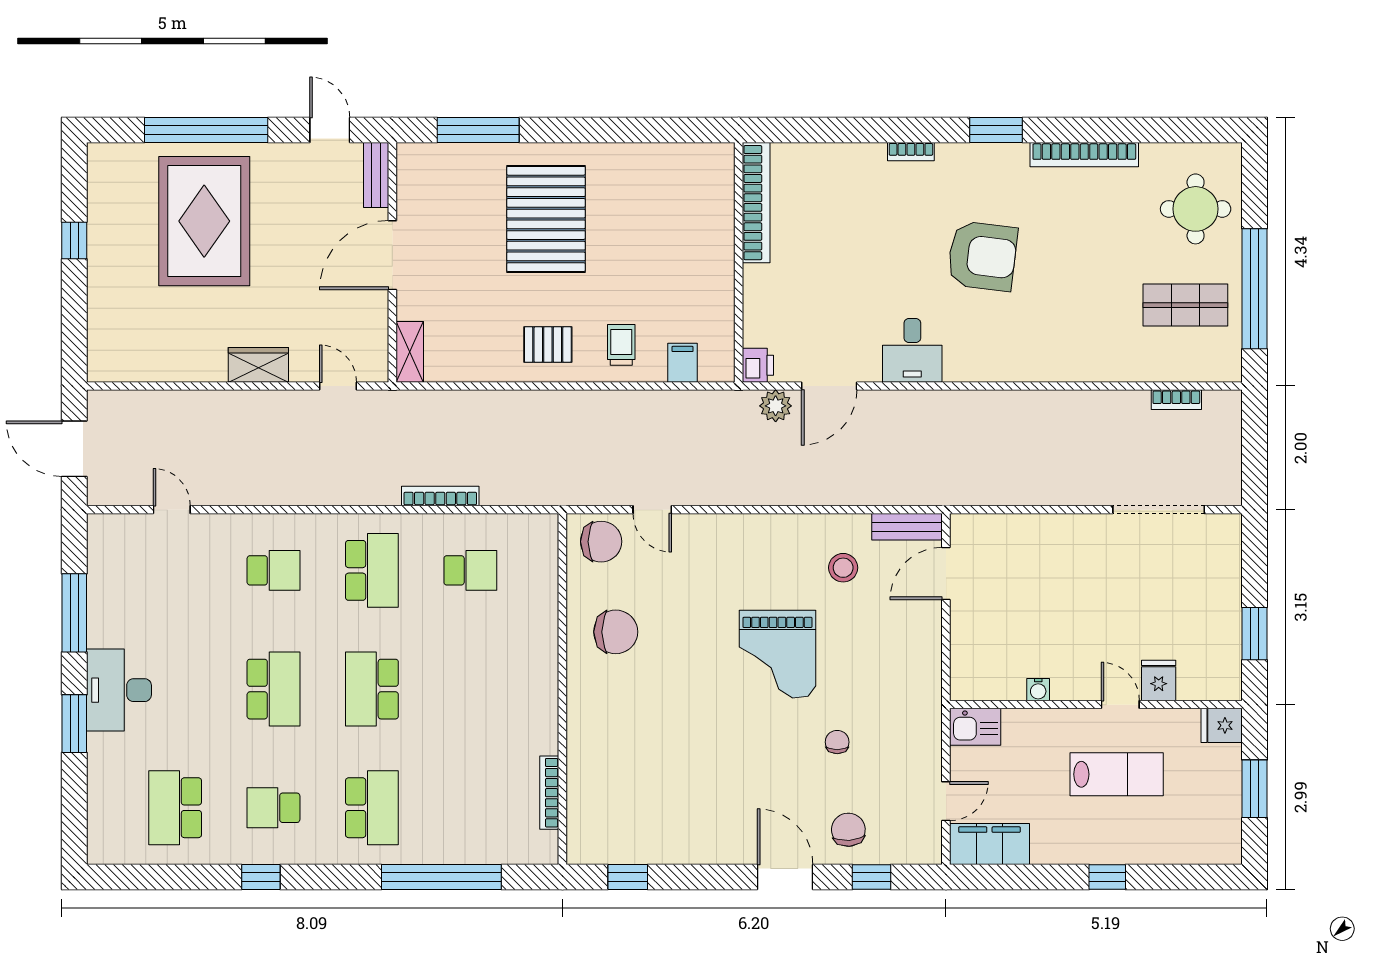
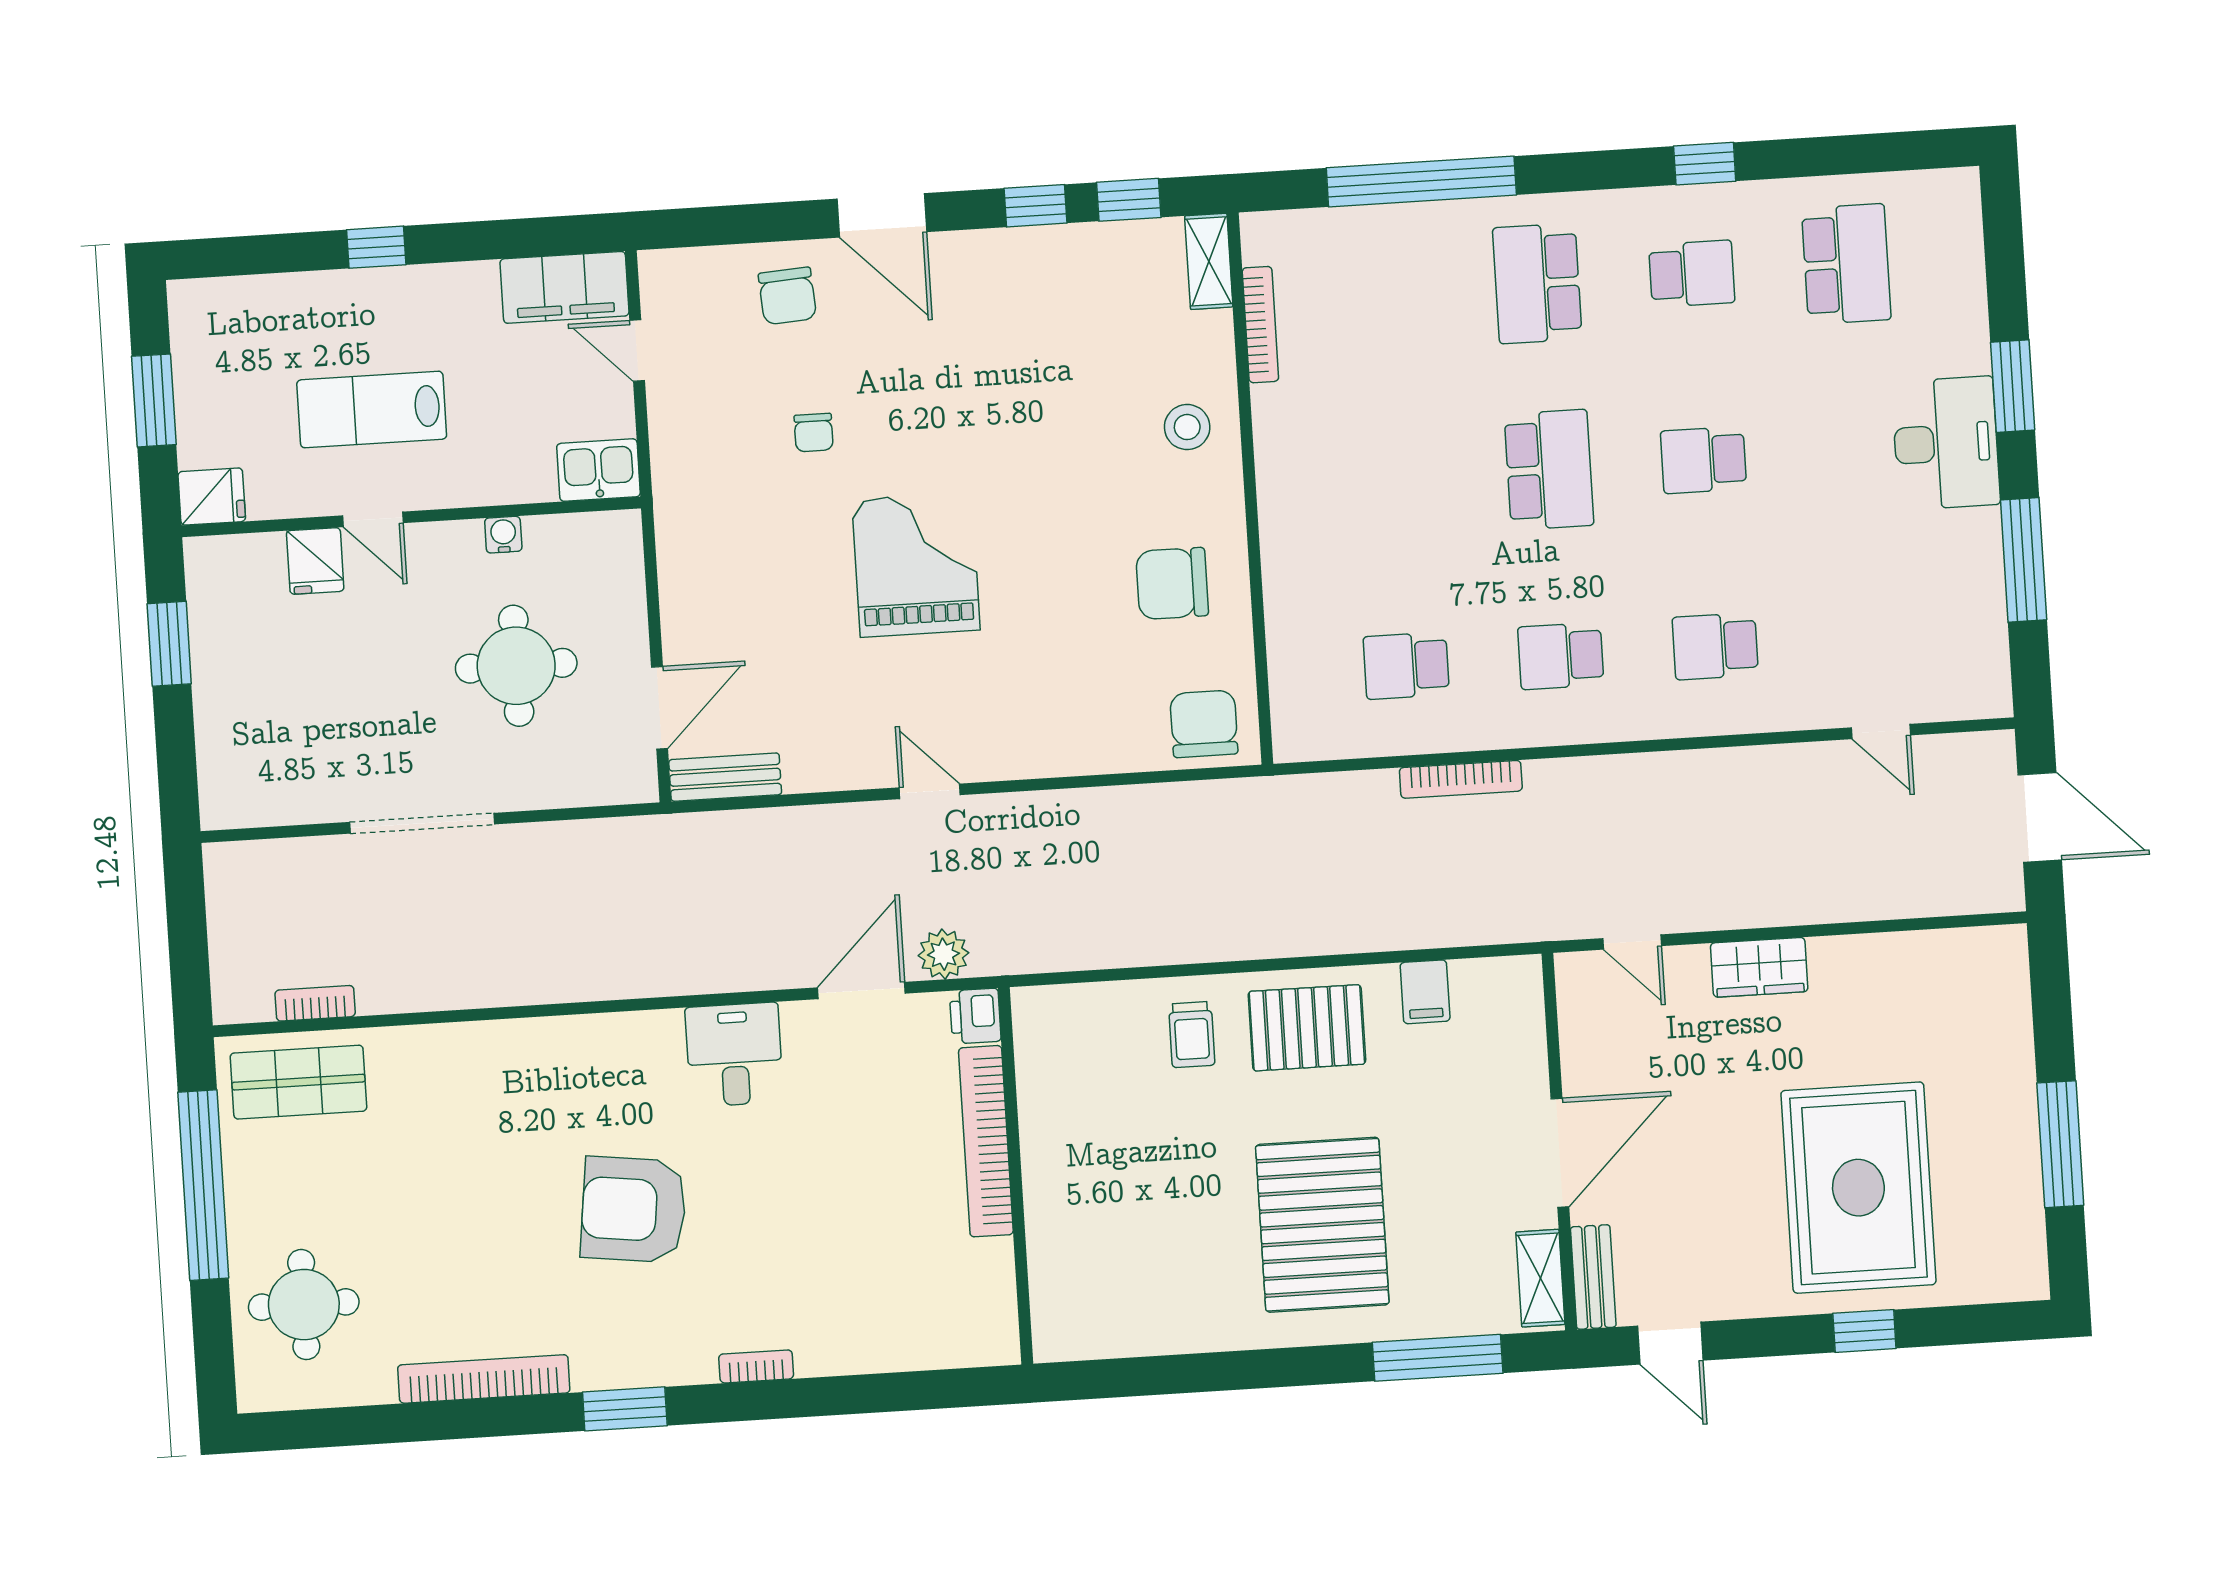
window: (206, 130) -> (1864, 1331), width x0.32
bookcase: (756, 203) -> (986, 1141), moved
window: (74, 241) -> (2060, 1144), width x2.17
shop shelf: (1185, 305) -> (298, 1082), moved
pallet: (548, 345) -> (1307, 1028), width x1.50, depth x1.42
shelving: (410, 352) -> (1540, 1278), moved
filing cabinet: (683, 363) -> (1425, 992), moved
door: (652, 510) -> (930, 791), moved
doorway: (1159, 510) -> (422, 823), moved
chair: (601, 542) -> (1204, 724), turned 90
stool: (843, 568) -> (1187, 427), moved
school desk: (372, 570) -> (1561, 656), width x0.54
round table: (1035, 606) -> (516, 666), added
school desk: (273, 689) -> (1703, 460), width x0.54
door: (946, 801) -> (637, 350), hinge flipped
shelving: (580, 835) -> (1209, 261), added
window: (872, 877) -> (1036, 206), moved

